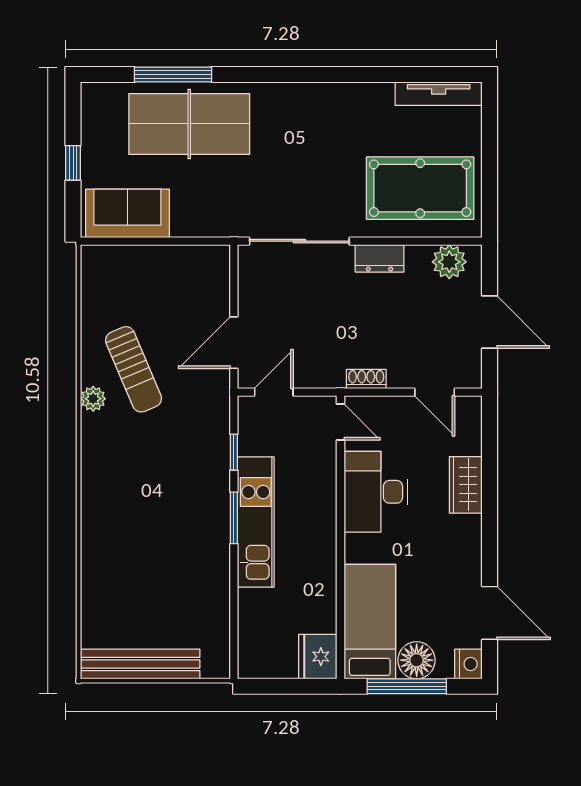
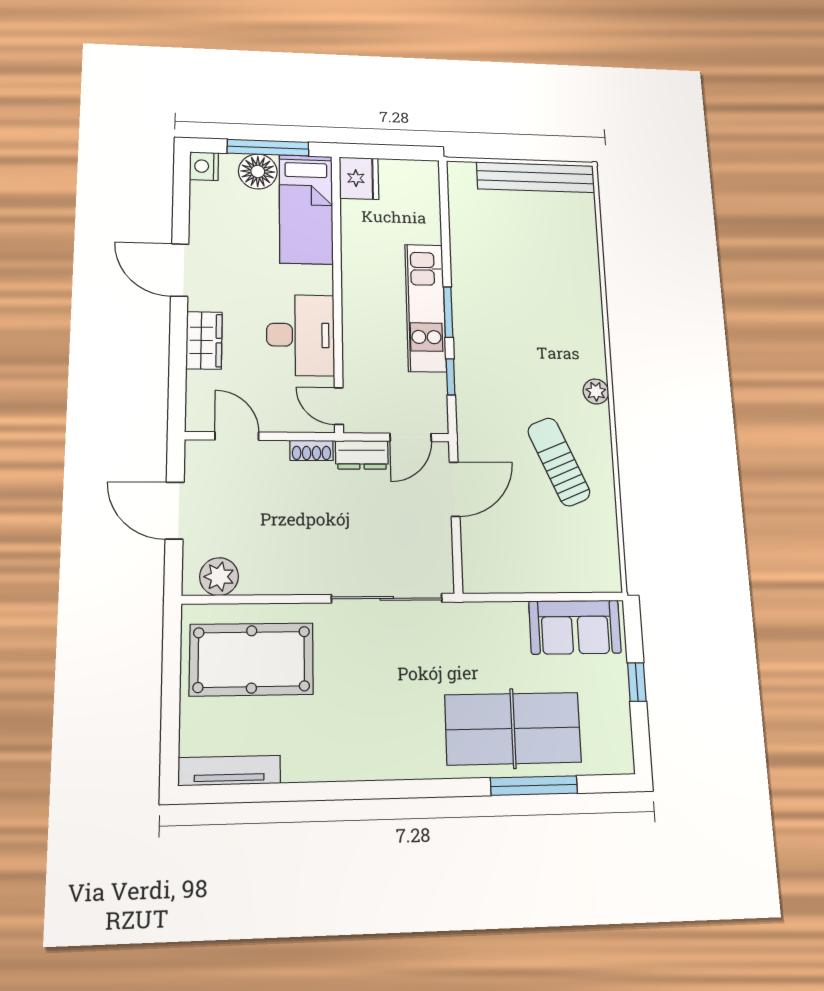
dresser: (379, 258) -> (362, 455), moved, turned 180
plant: (93, 399) -> (596, 391), moved
door: (489, 613) -> (180, 270), moved

